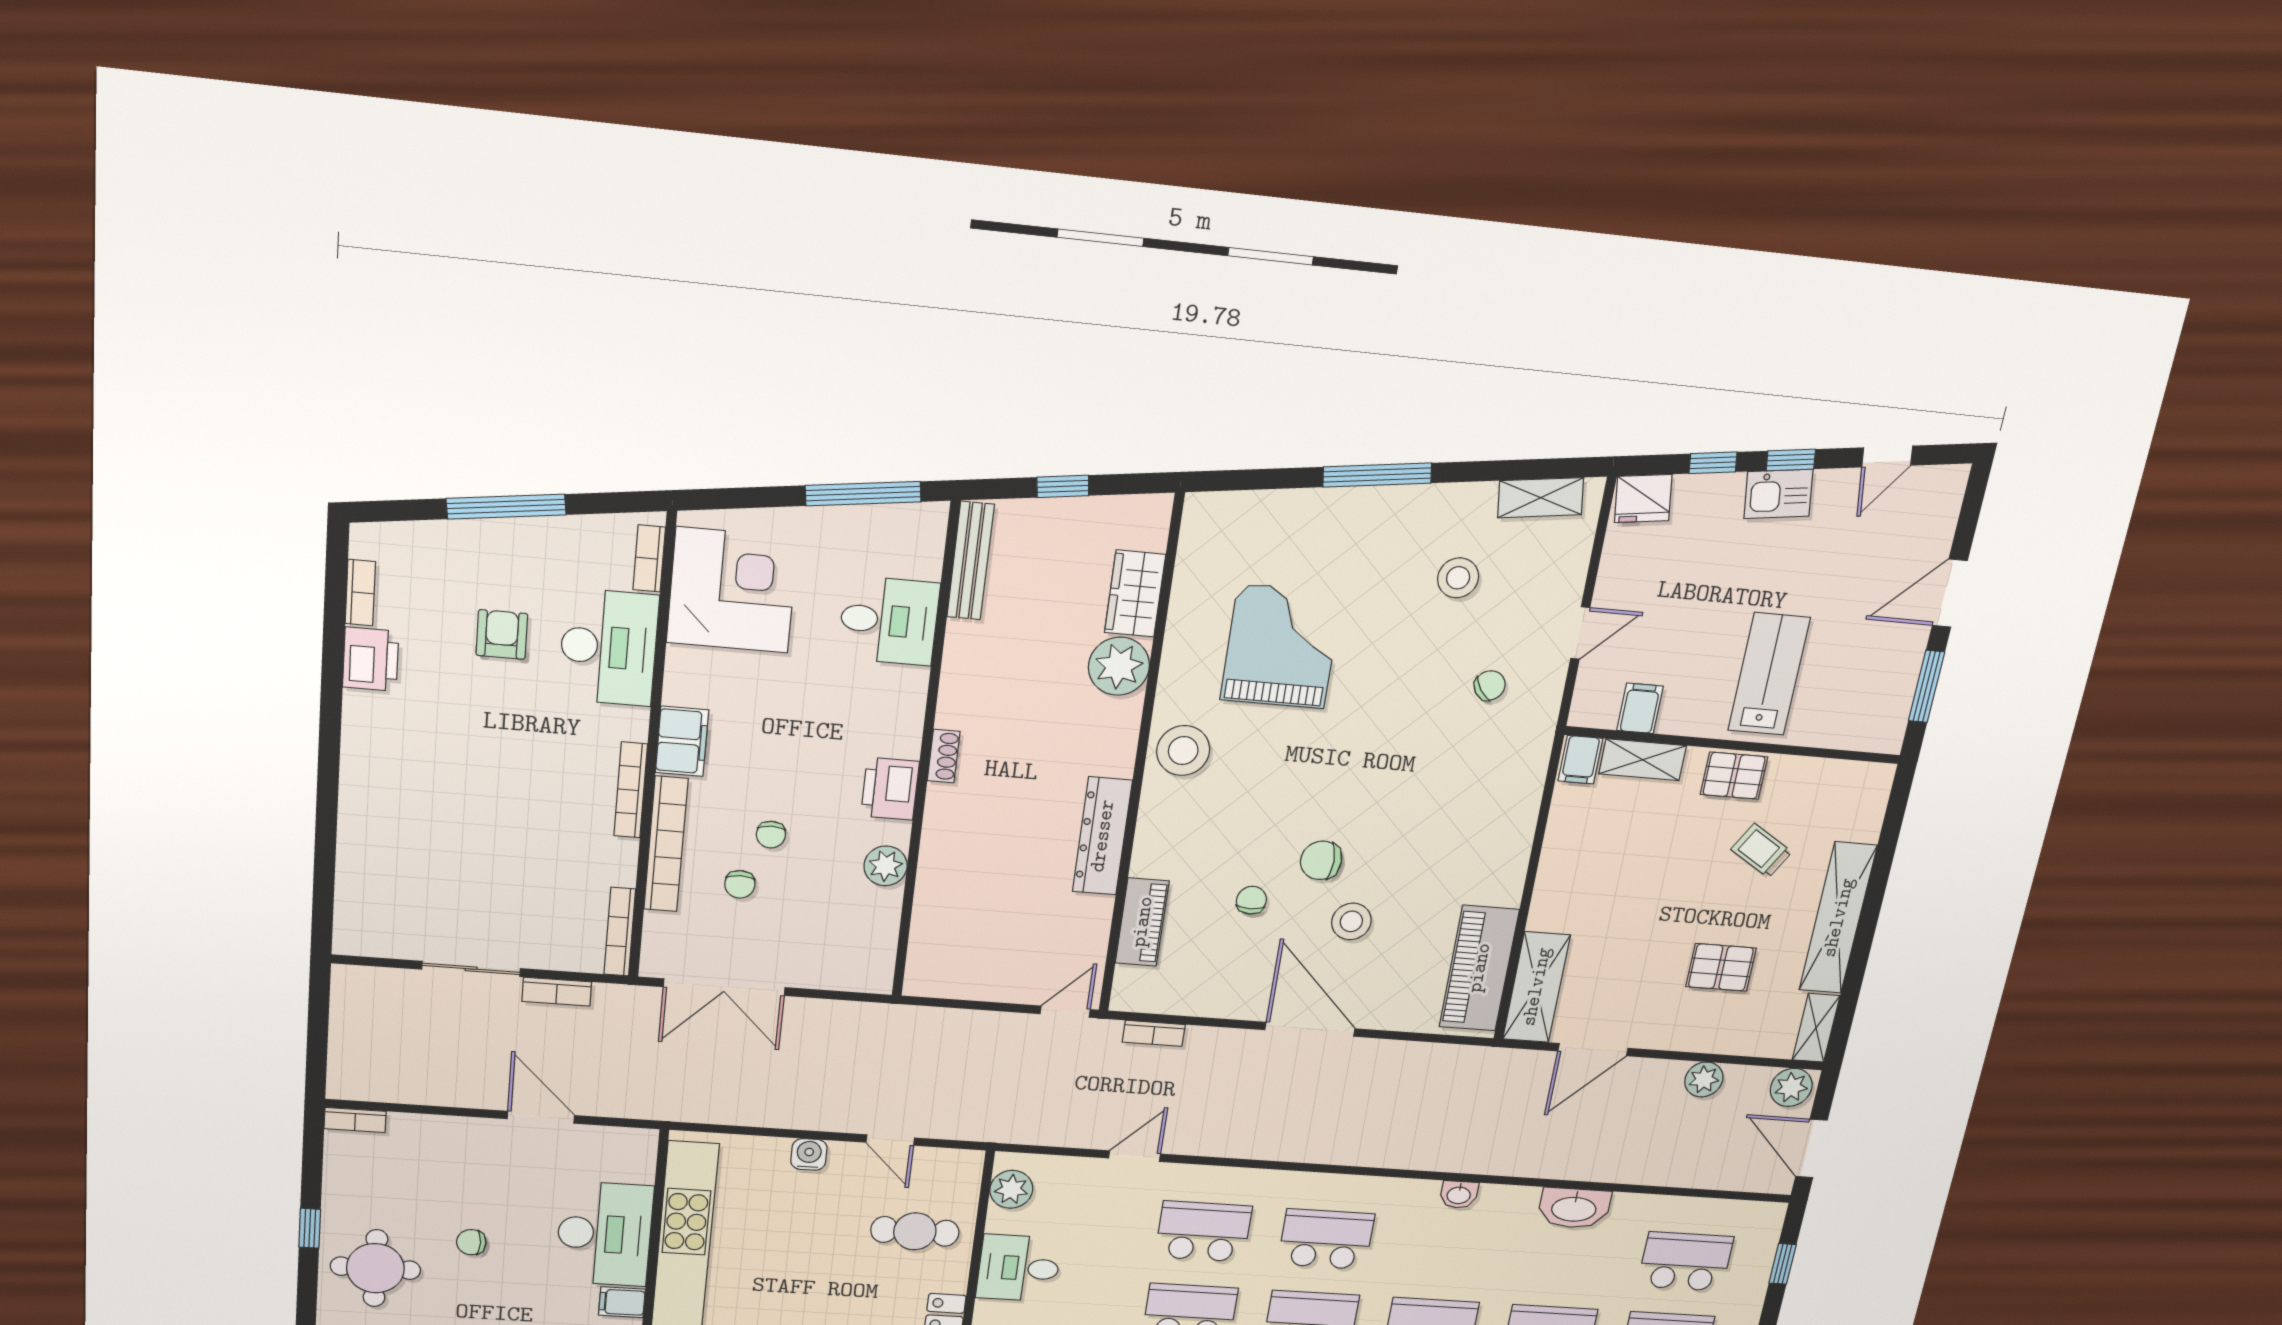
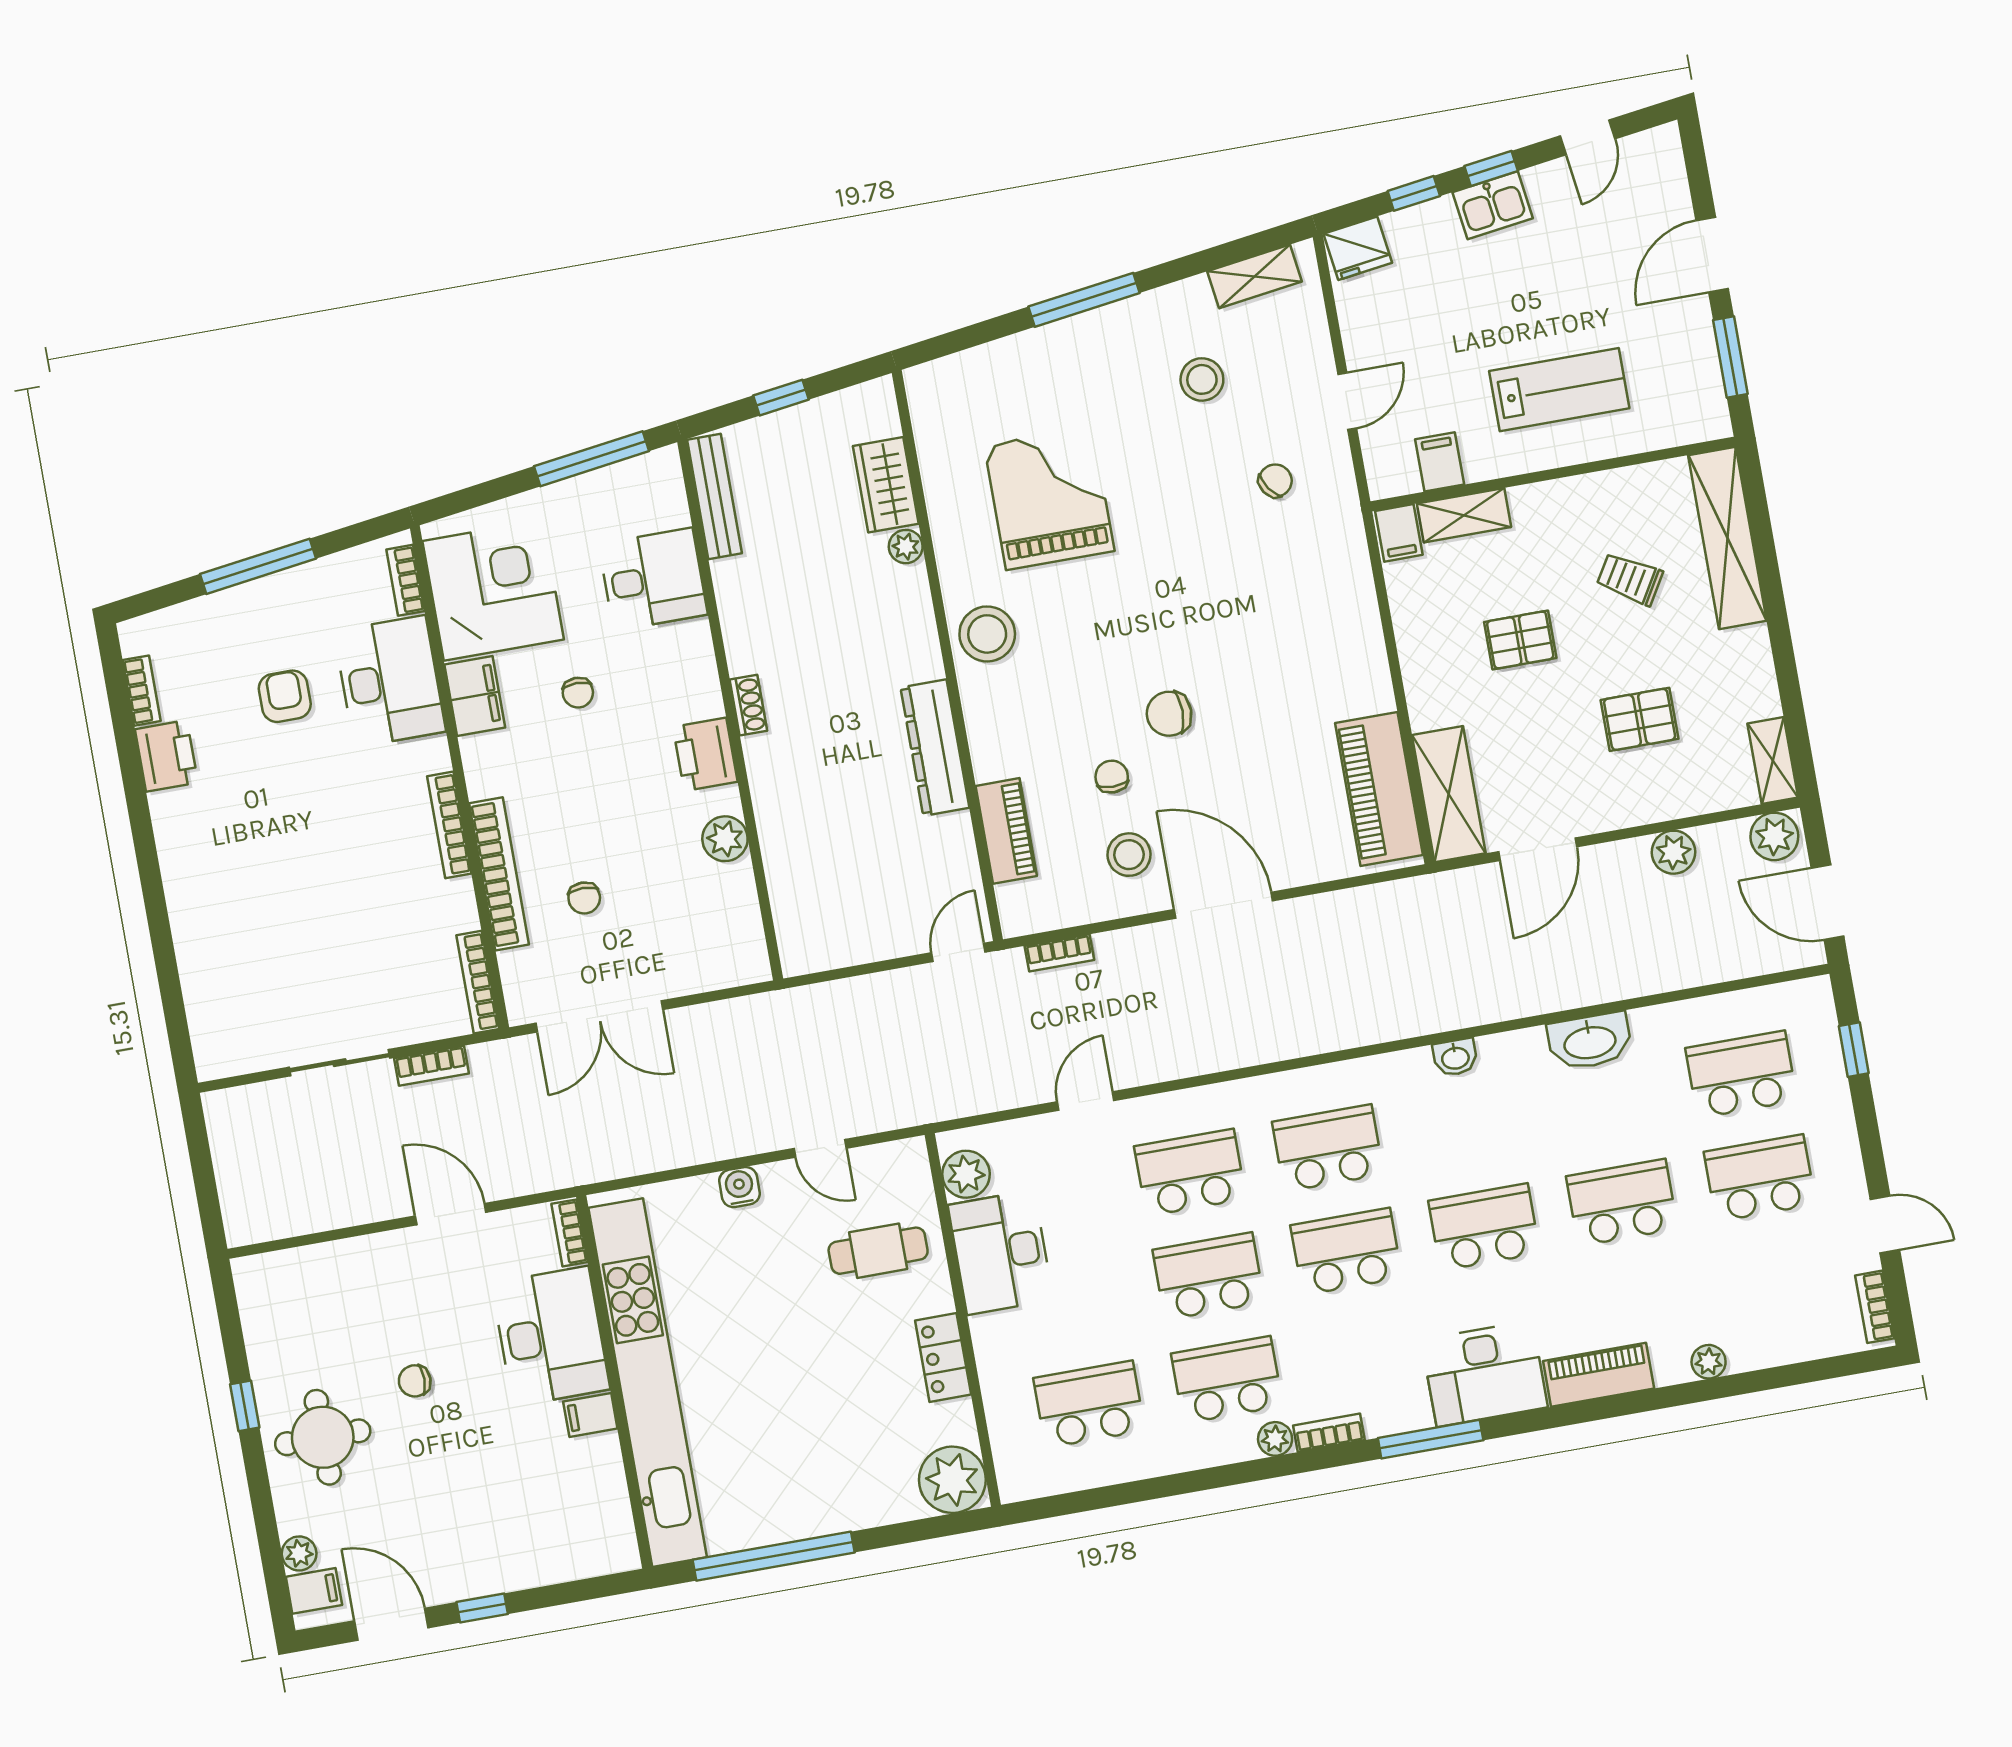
plant: (1119, 666) -> (906, 547), width x0.53, depth x0.53
lab bench: (1769, 674) -> (1559, 390), turned 90
filing cabinet: (682, 741) -> (475, 696), moved
pallet: (1734, 776) -> (1520, 640), moved
chair: (771, 835) -> (578, 693), moved
shelving: (1838, 918) -> (1727, 538), moved
stool: (1351, 921) -> (1129, 855), moved
bookcase: (355, 1120) -> (570, 1233), moved, turned 90
desk: (1019, 1268) -> (1001, 1252), width x1.37

